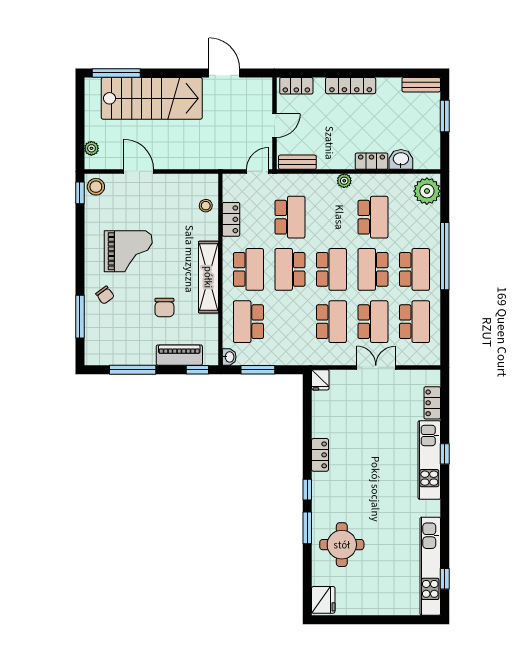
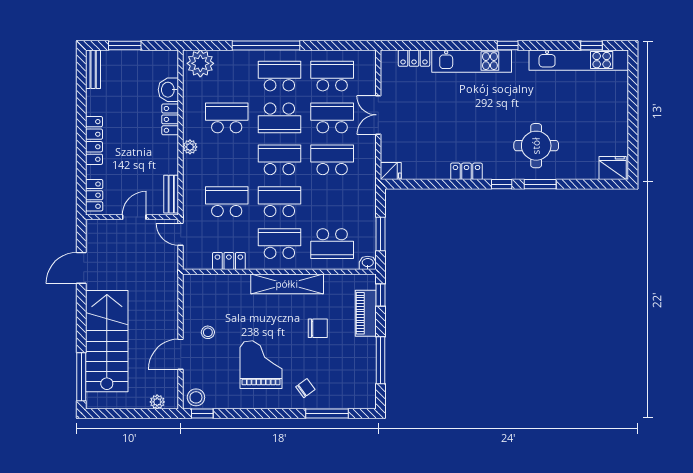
door: (275, 126) -> (134, 217), hinge flipped
stool: (206, 206) -> (208, 332), moved
school desk: (290, 269) -> (279, 202), turned 180
window: (445, 454) -> (508, 45), moved
round table: (342, 545) -> (536, 146), moved

